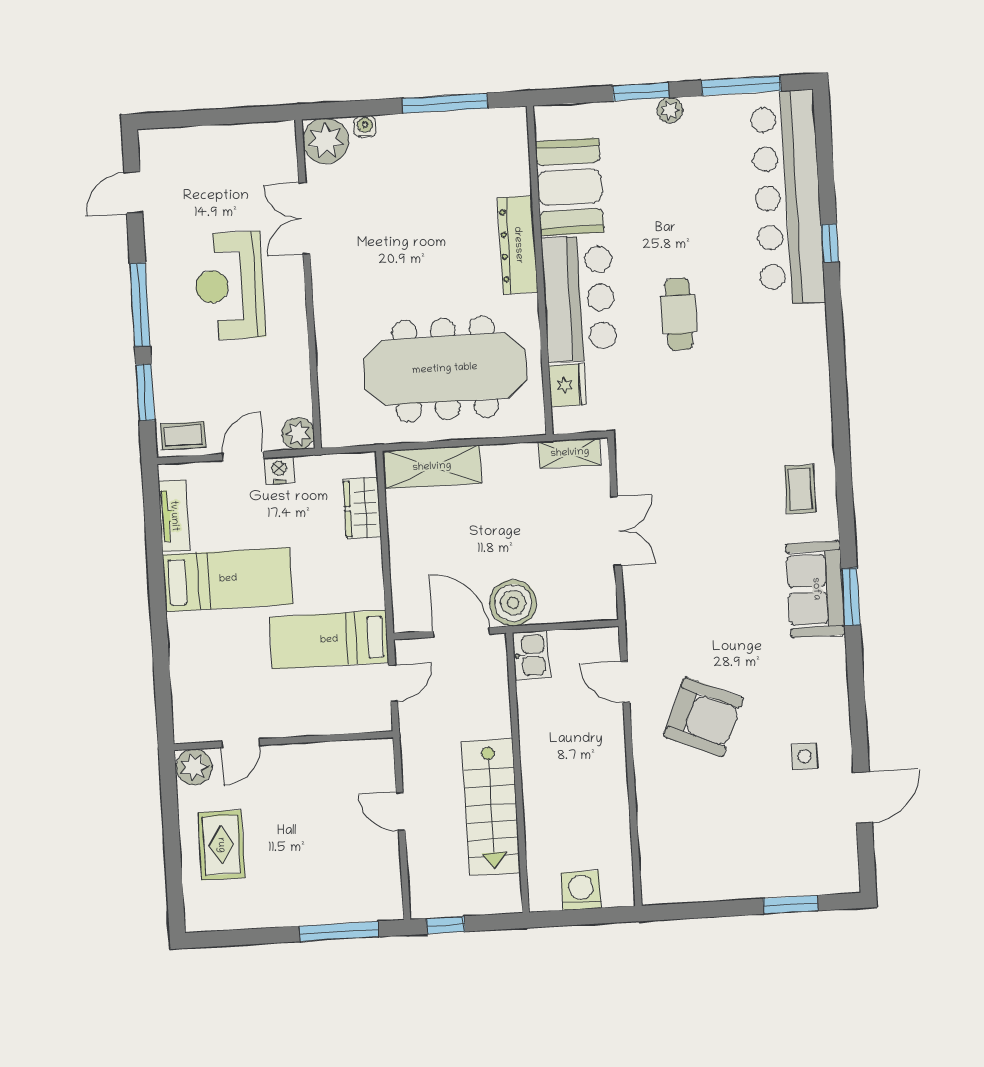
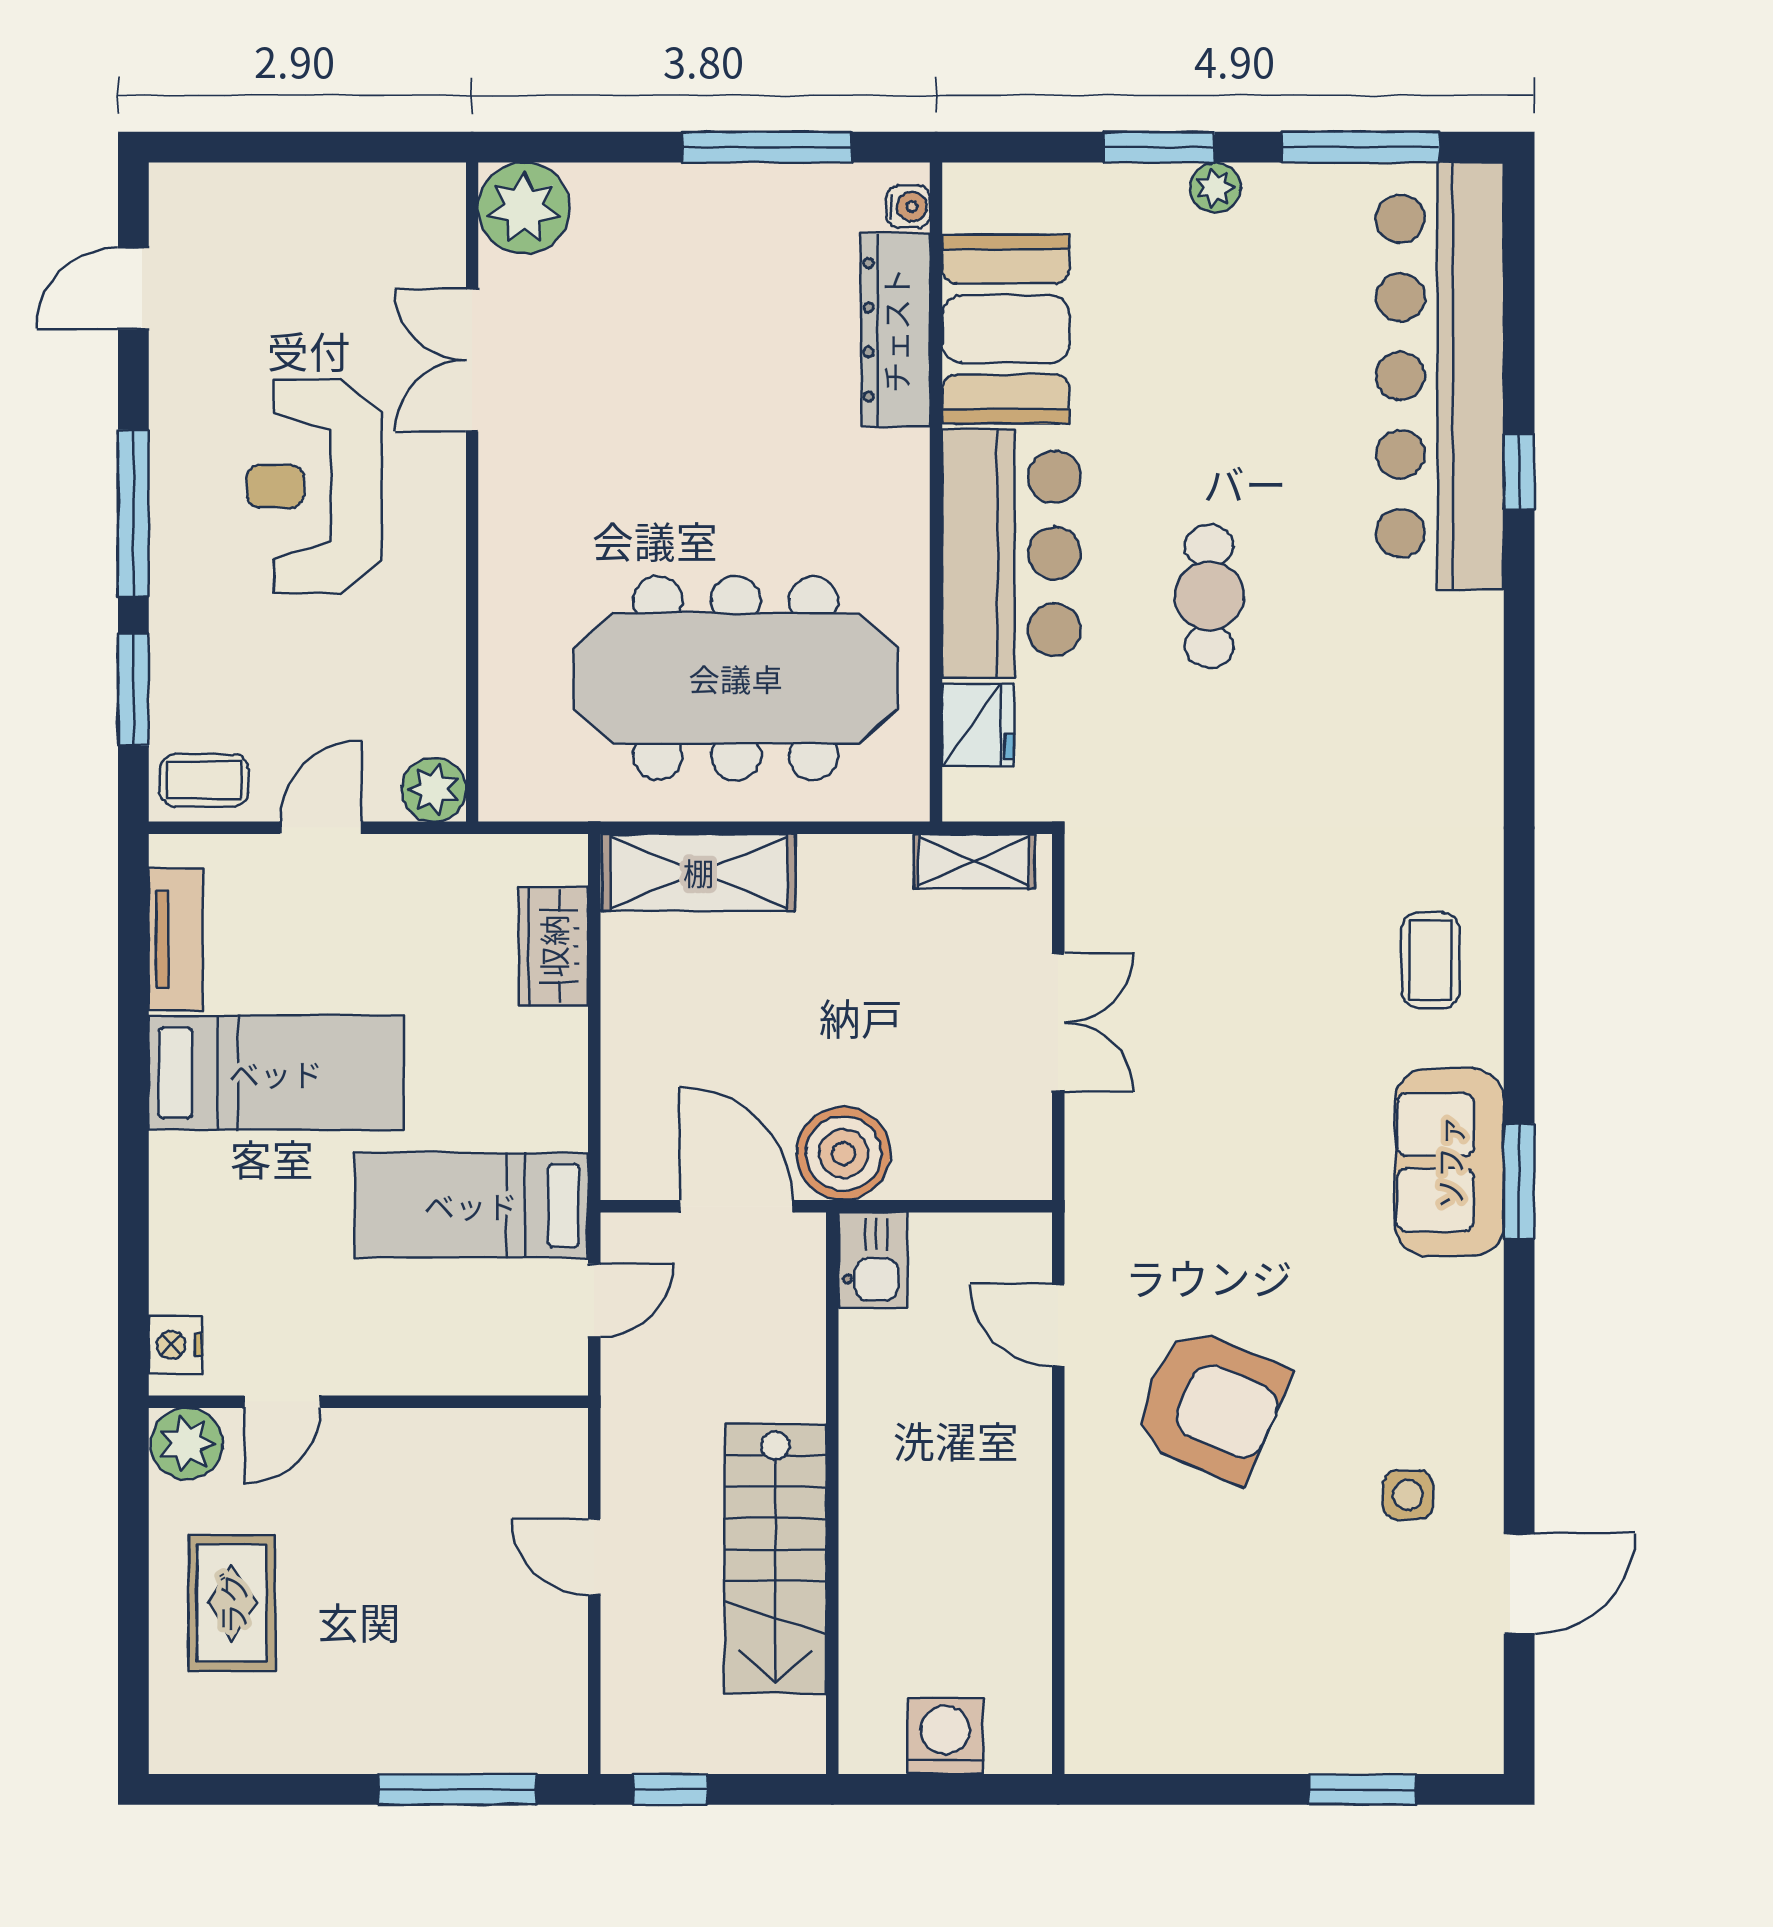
water cooler: (365, 126) -> (908, 207), moved, turned 90
dresser: (518, 245) -> (895, 330), moved
nightstand: (279, 470) -> (175, 1345), moved, turned -90

